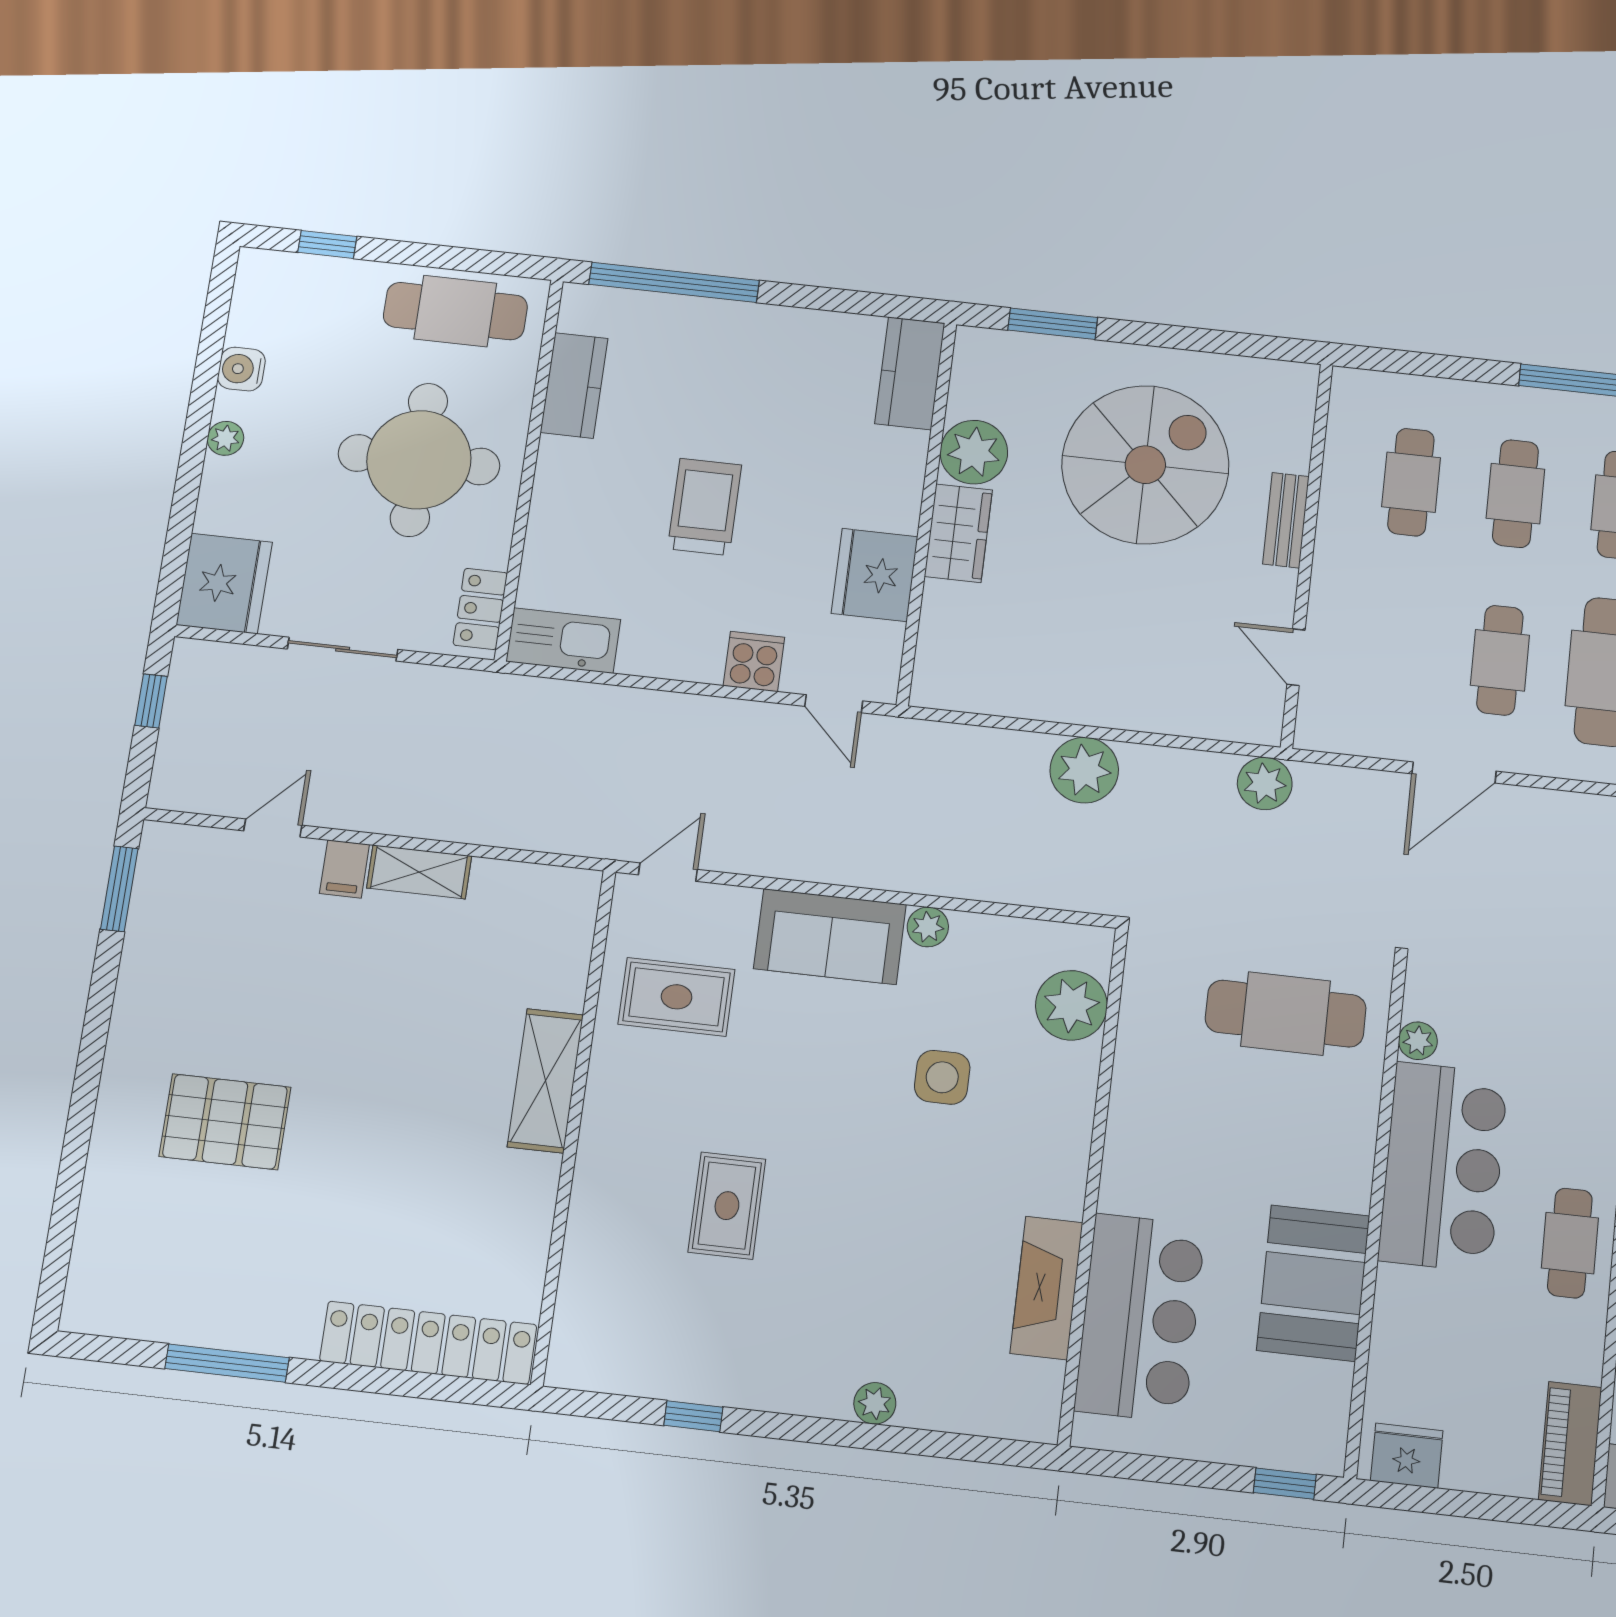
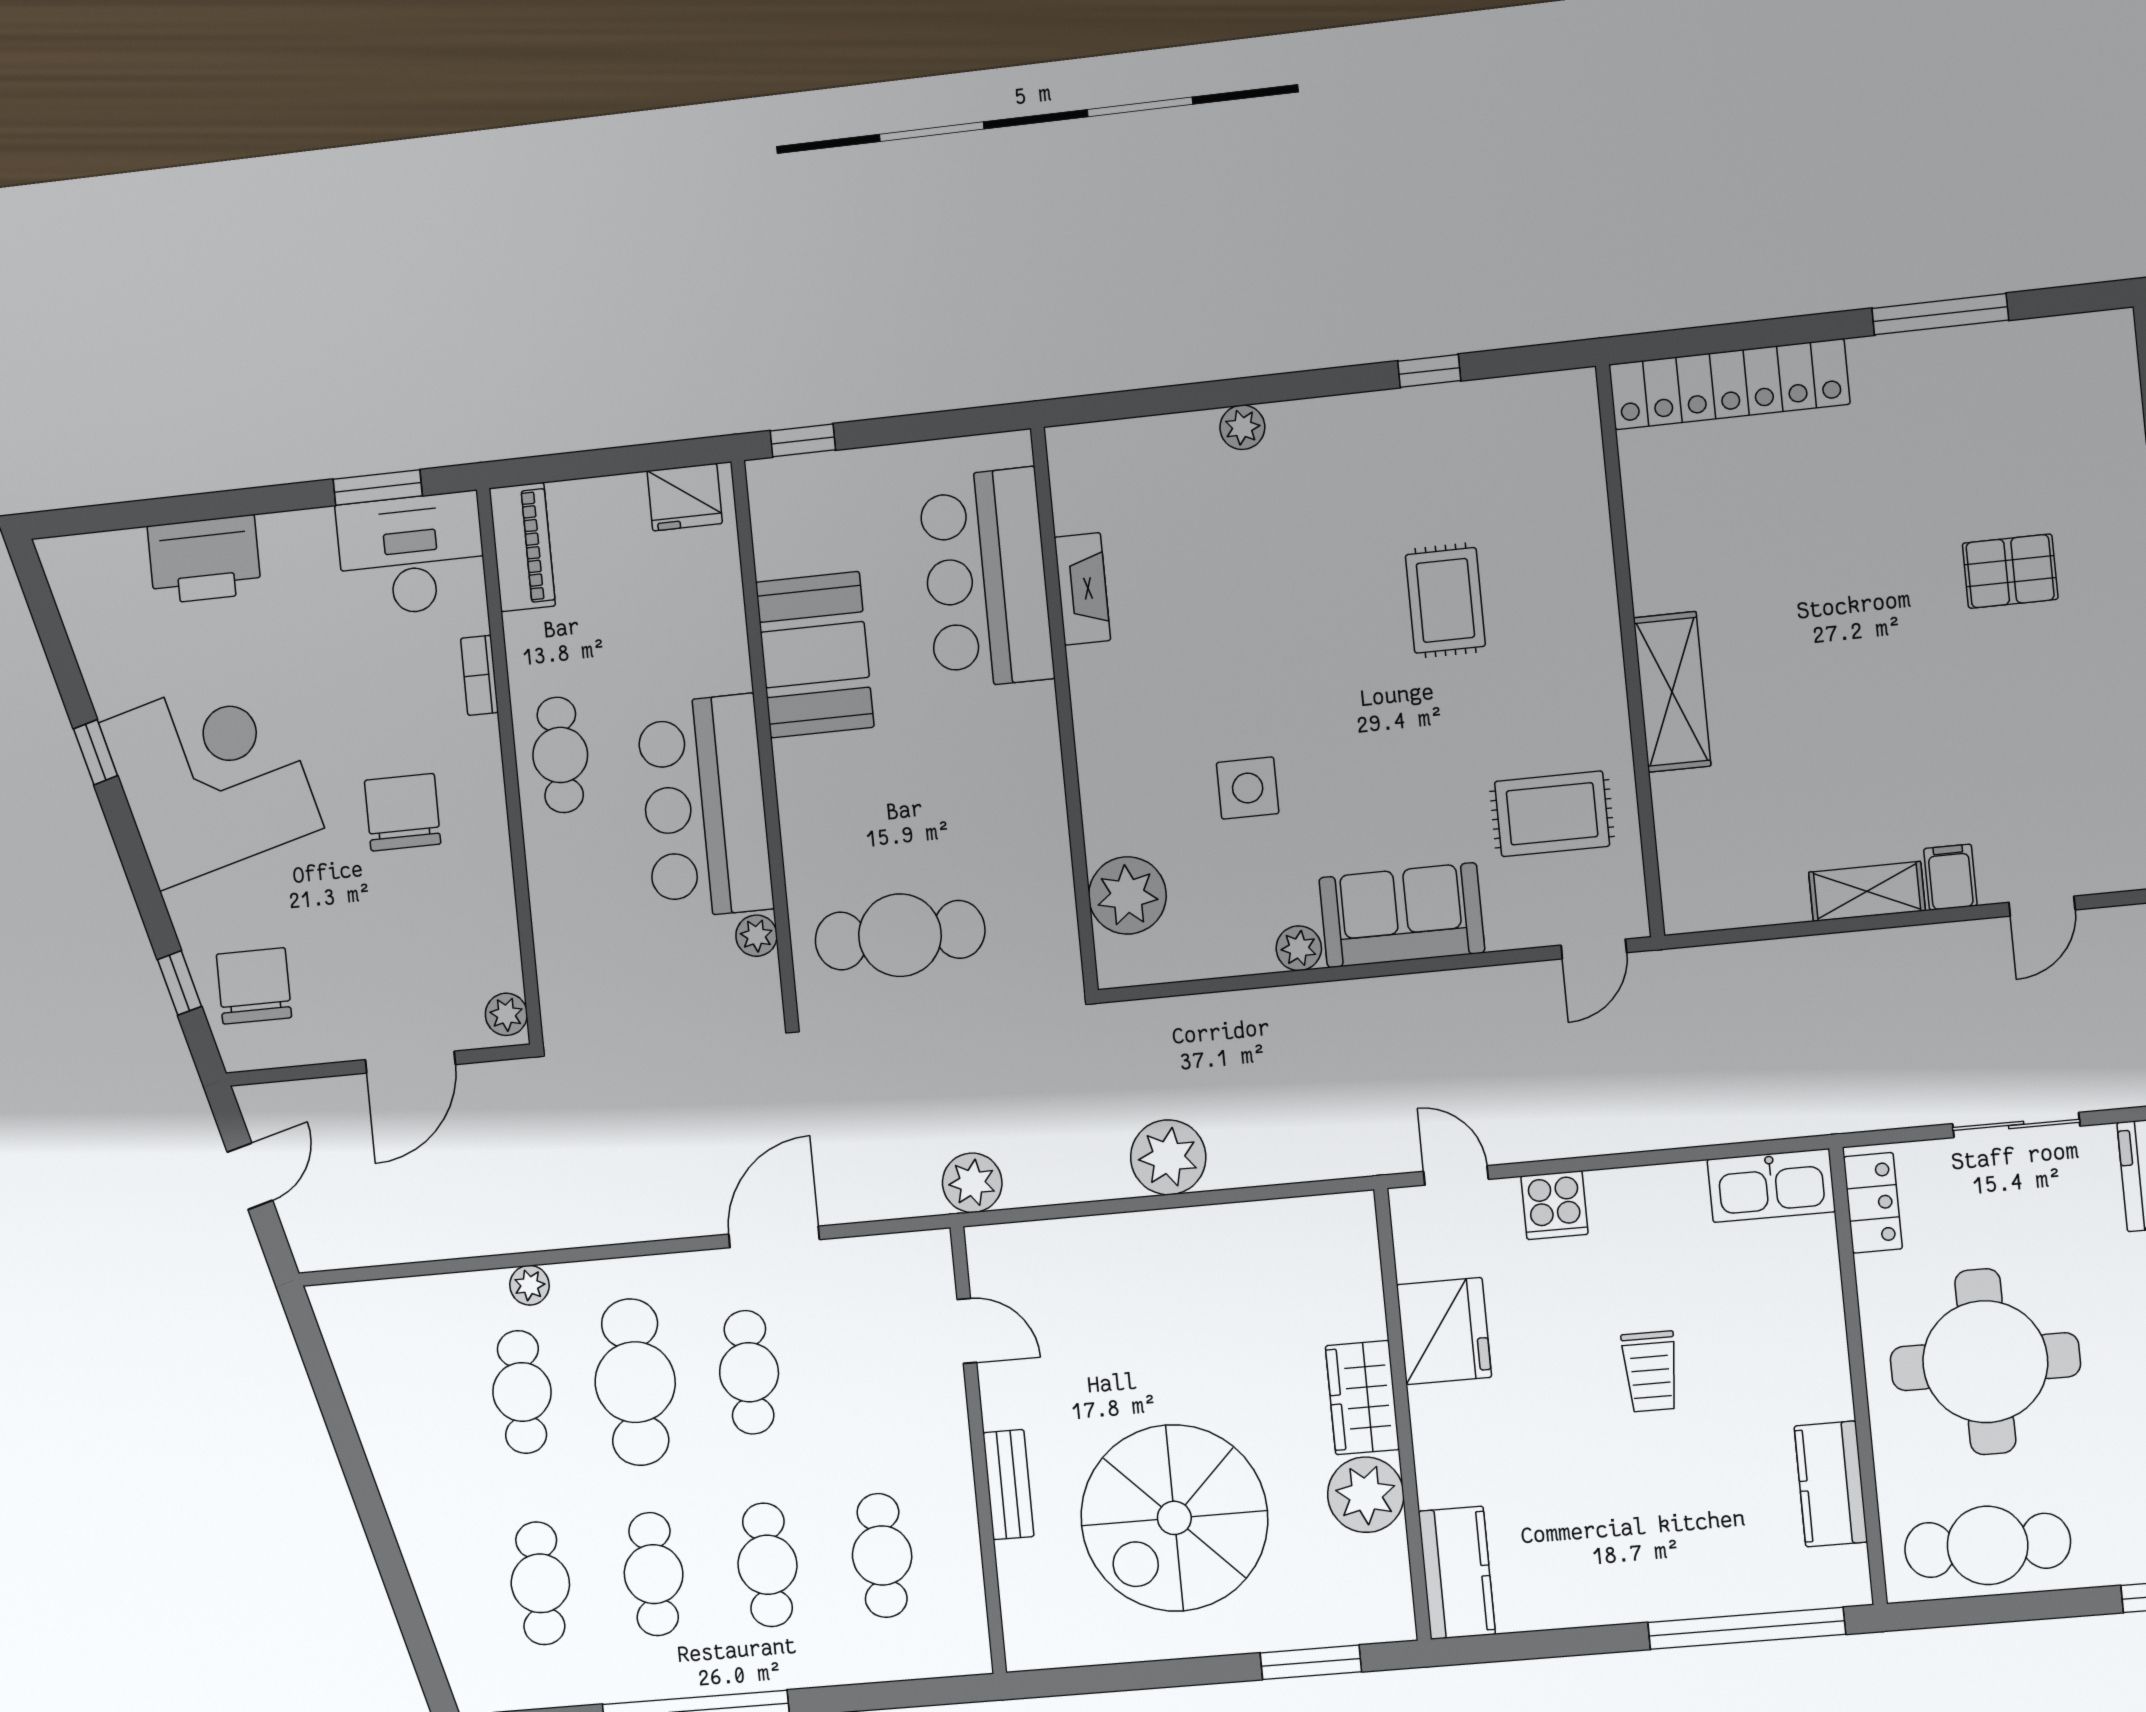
trolley: (704, 507) -> (1650, 1371), width x0.73, depth x0.72
pallet: (225, 1122) -> (2010, 571), width x0.67, depth x0.71
fireplace: (1047, 1288) -> (1082, 589), width x0.73, depth x0.76

